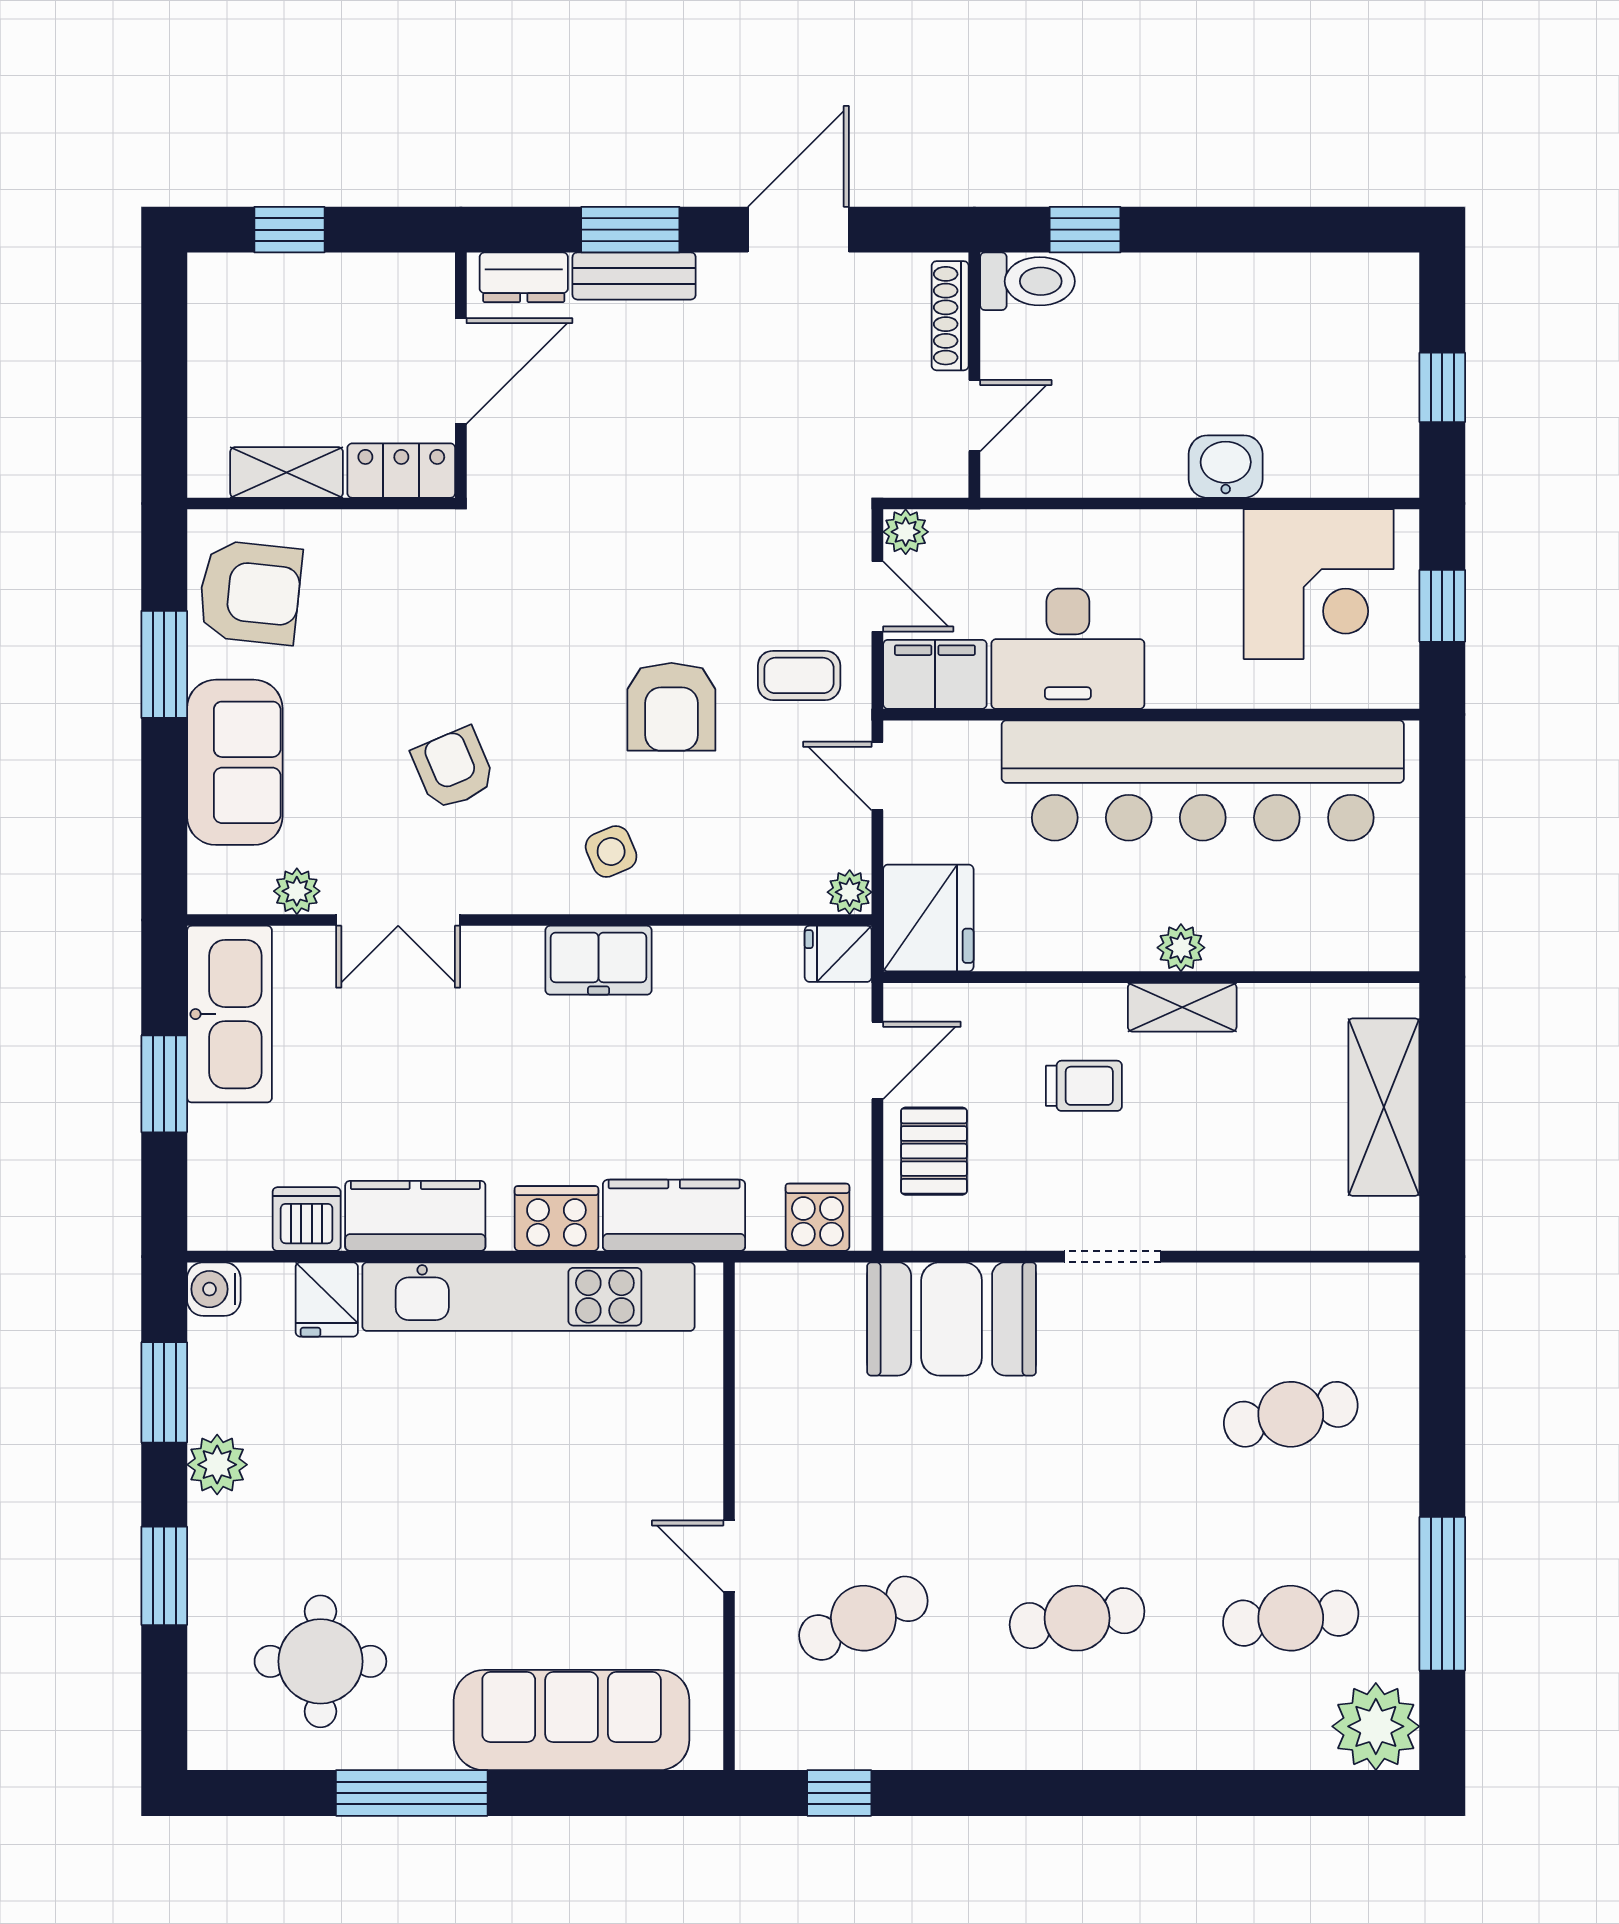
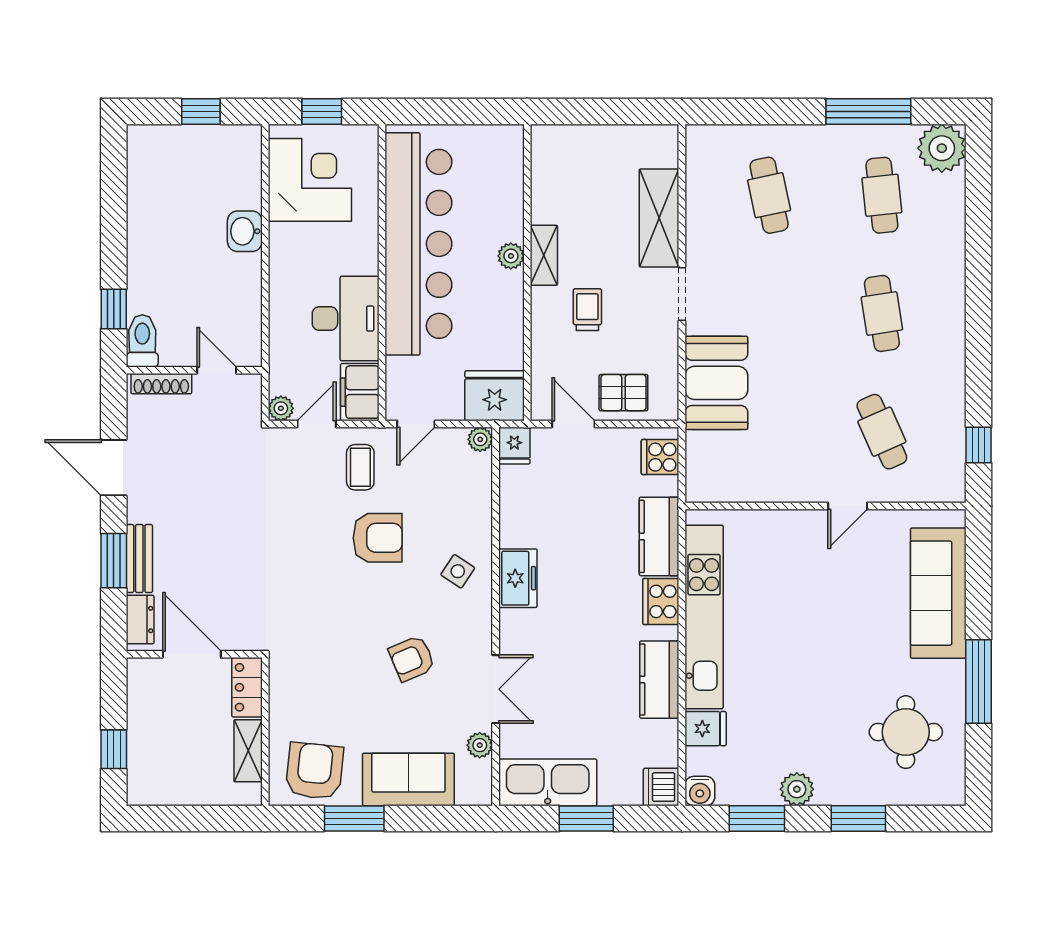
side table: (611, 851) -> (458, 571), turned -33
shelving: (1384, 1107) -> (659, 218), moved, turned 90
dishwasher: (307, 1219) -> (661, 787), moved

